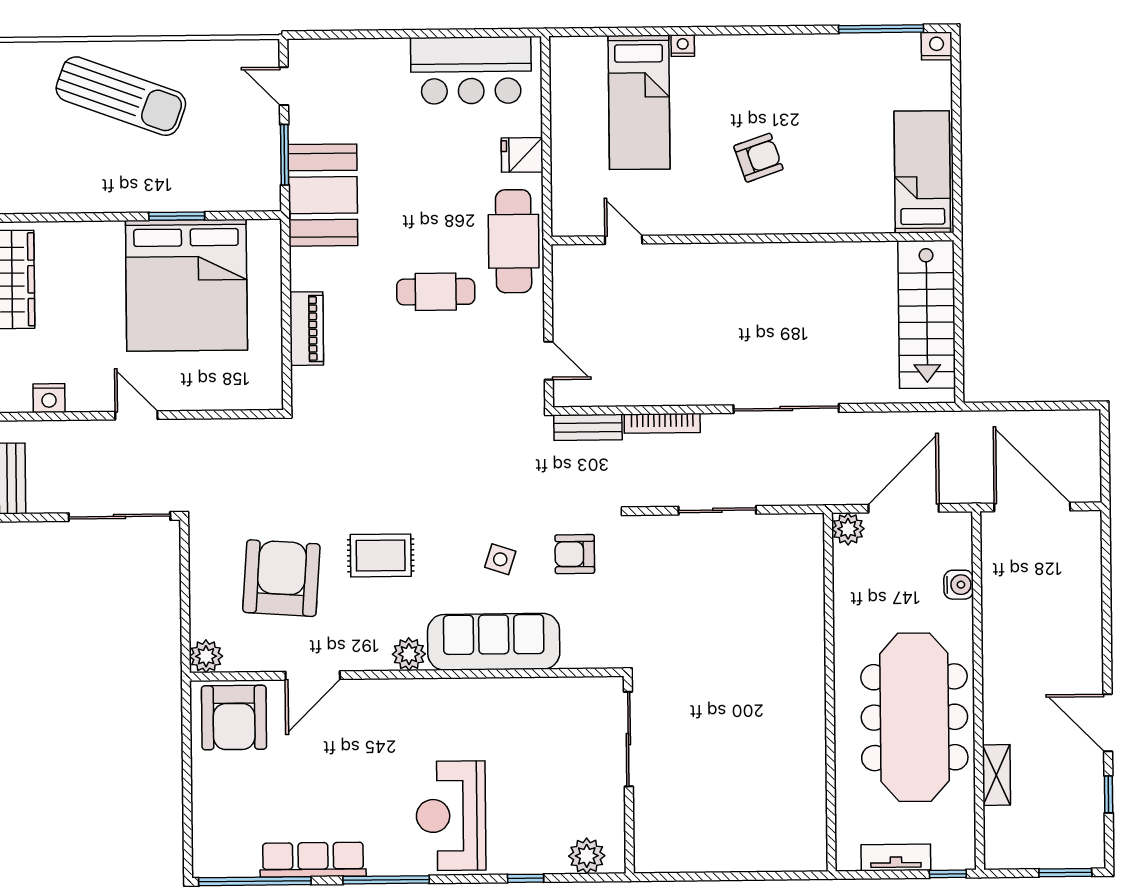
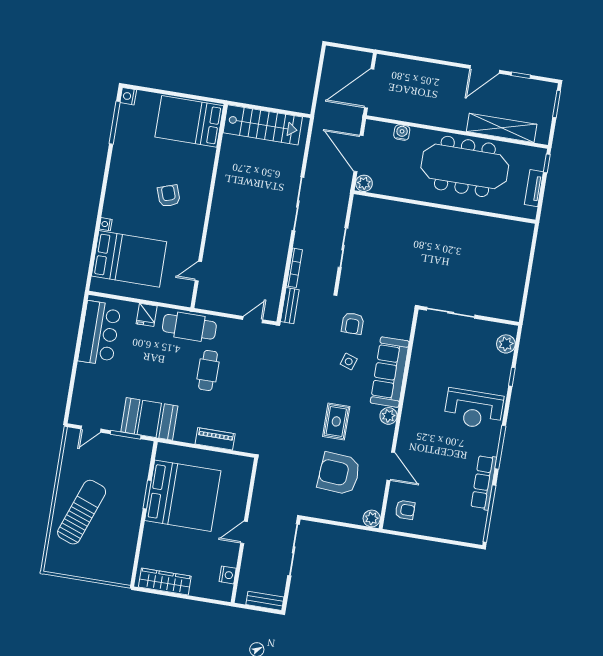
bed: (639, 102) -> (129, 259), width x1.50
bed: (922, 172) -> (189, 121), width x1.50
armchair: (234, 718) -> (405, 510), width x0.53, depth x0.53
shelving: (996, 775) -> (502, 128), width x2.20, depth x1.33

